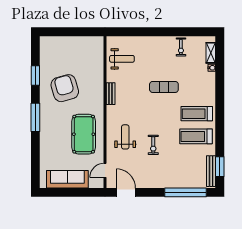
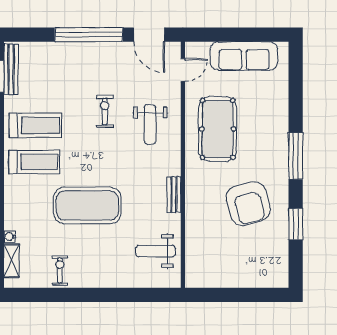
exercise mat: (164, 87) -> (87, 205), width x2.00, depth x1.45
window: (185, 192) -> (89, 35), moved

